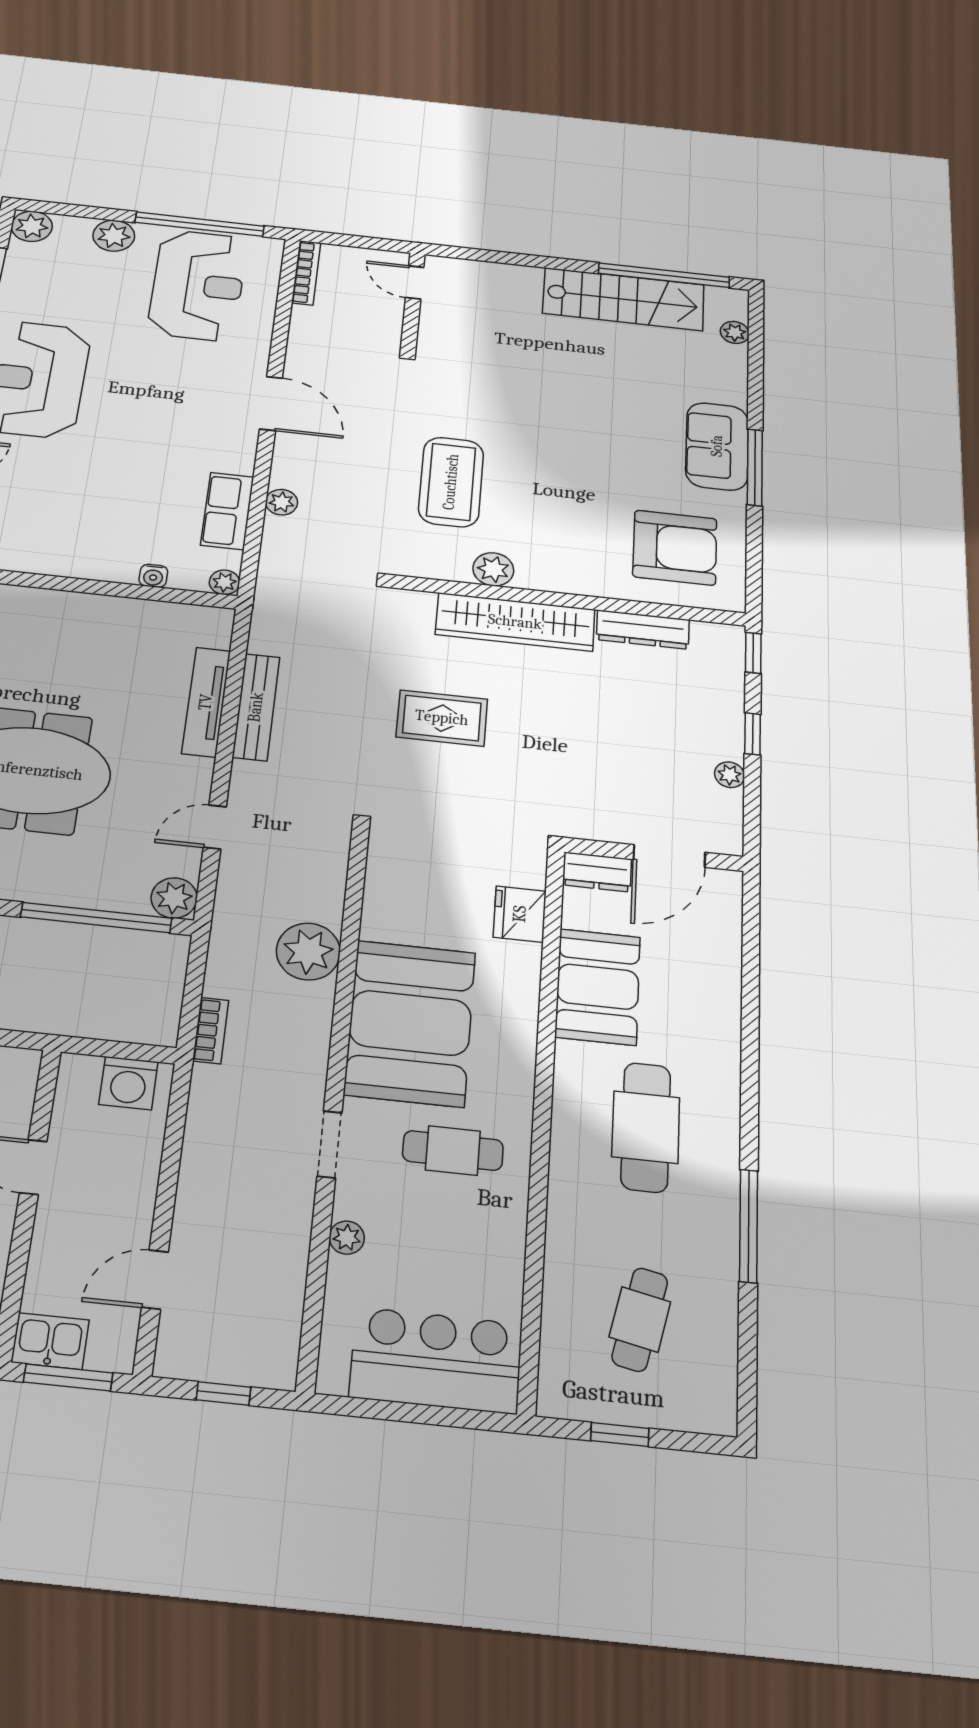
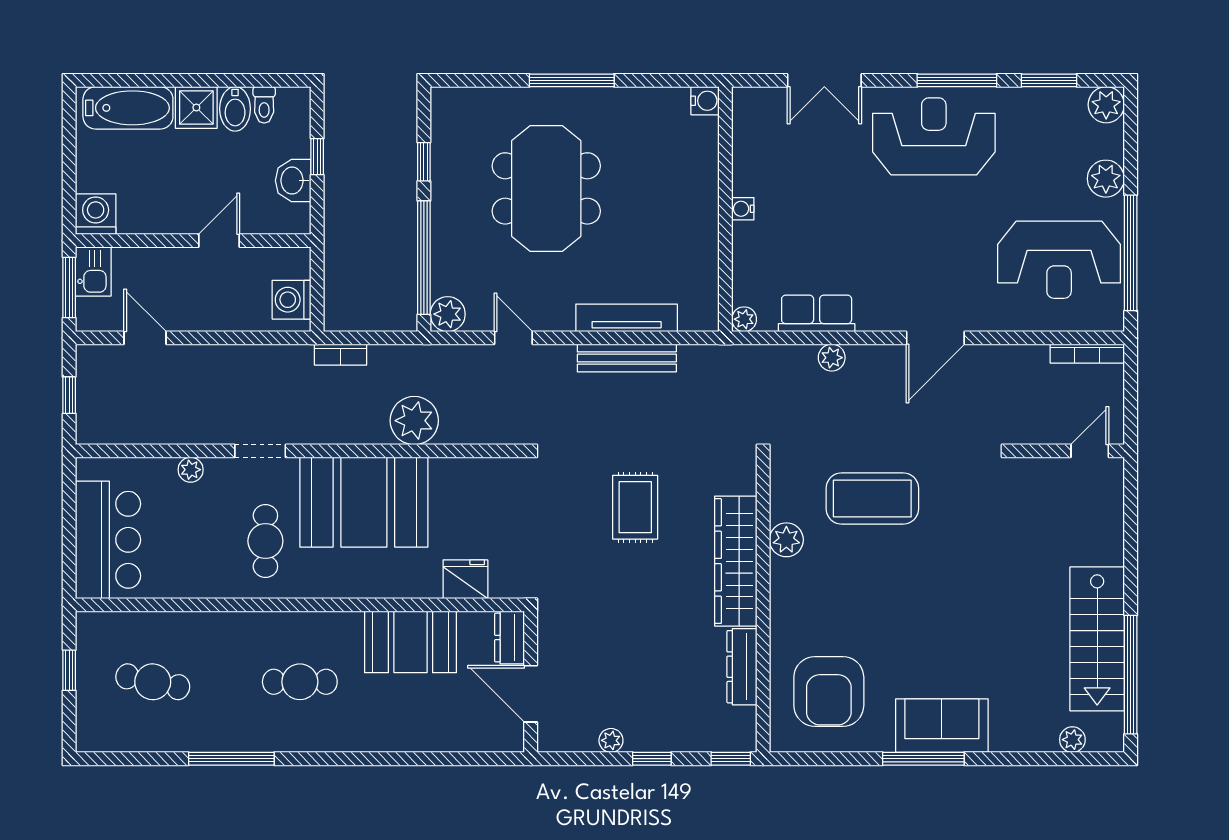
water cooler: (153, 576) -> (743, 209), moved
cafe table: (646, 1127) -> (300, 682), width x0.73, depth x0.74

